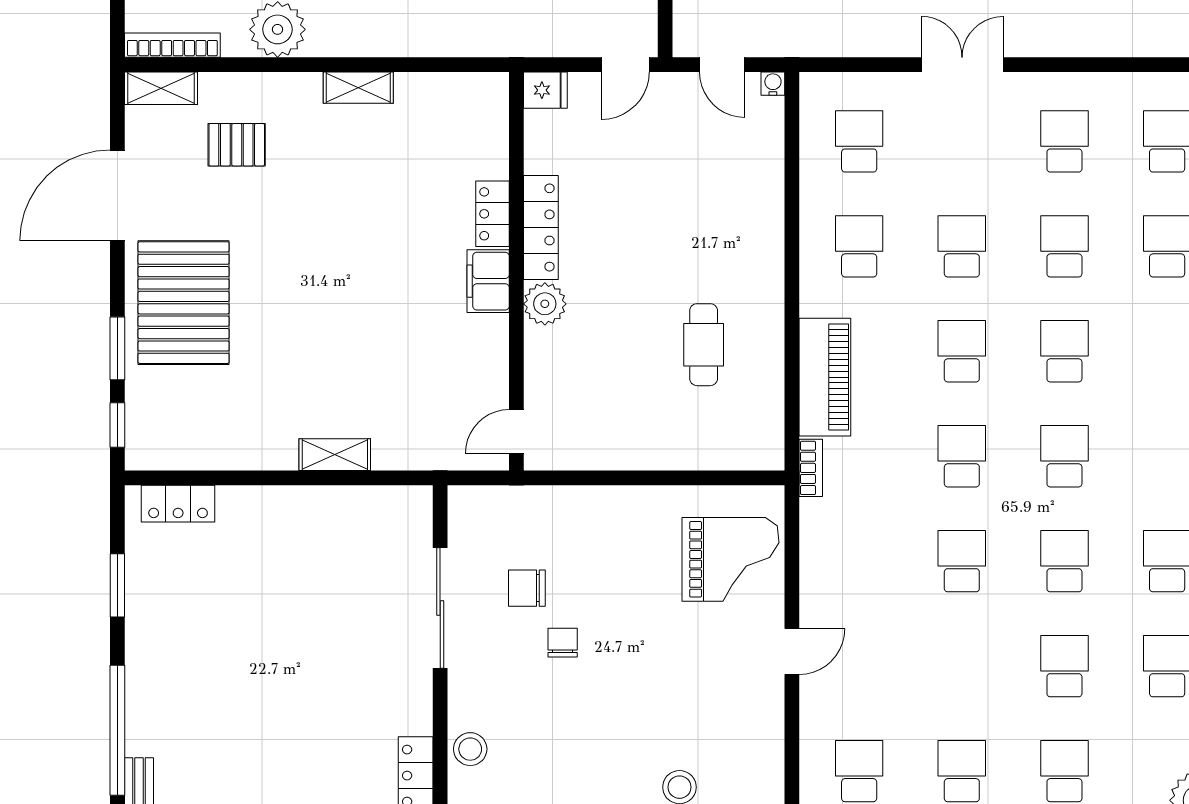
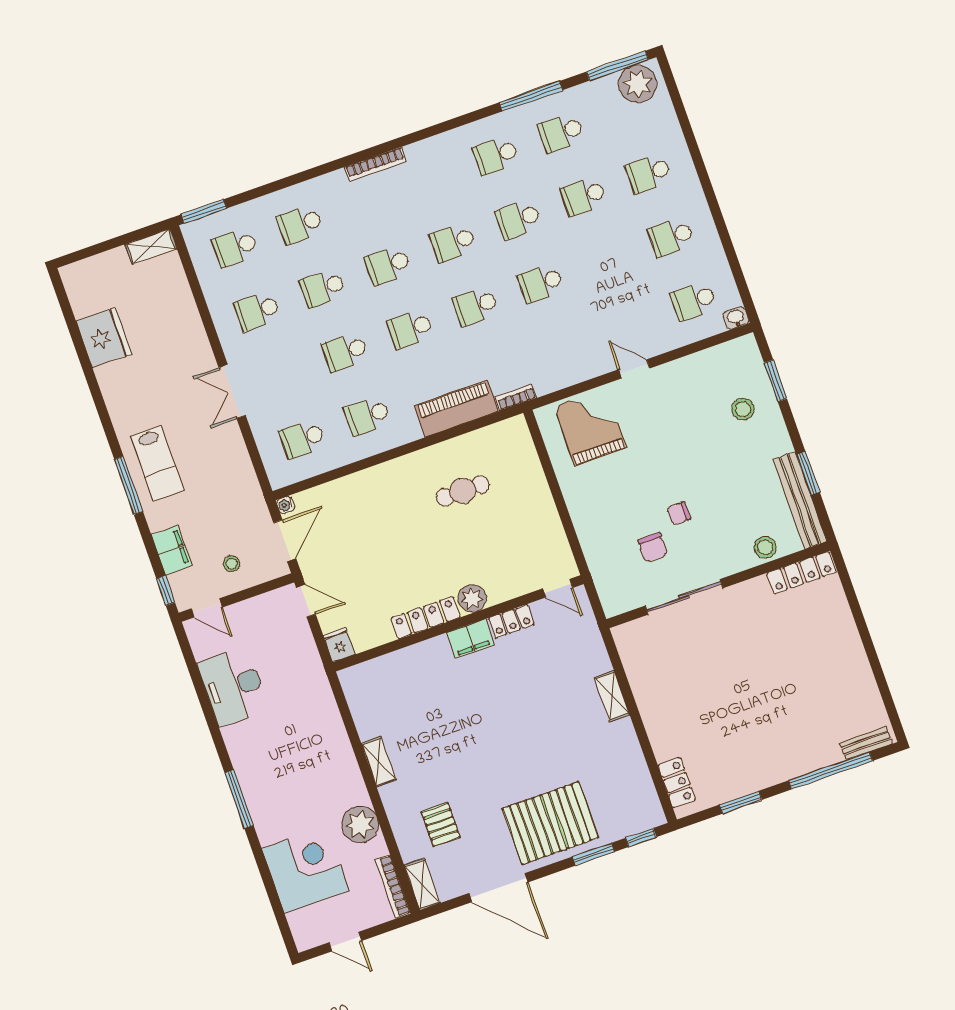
door: (722, 65) -> (285, 541), width x1.38
locker: (492, 214) -> (511, 621), moved

